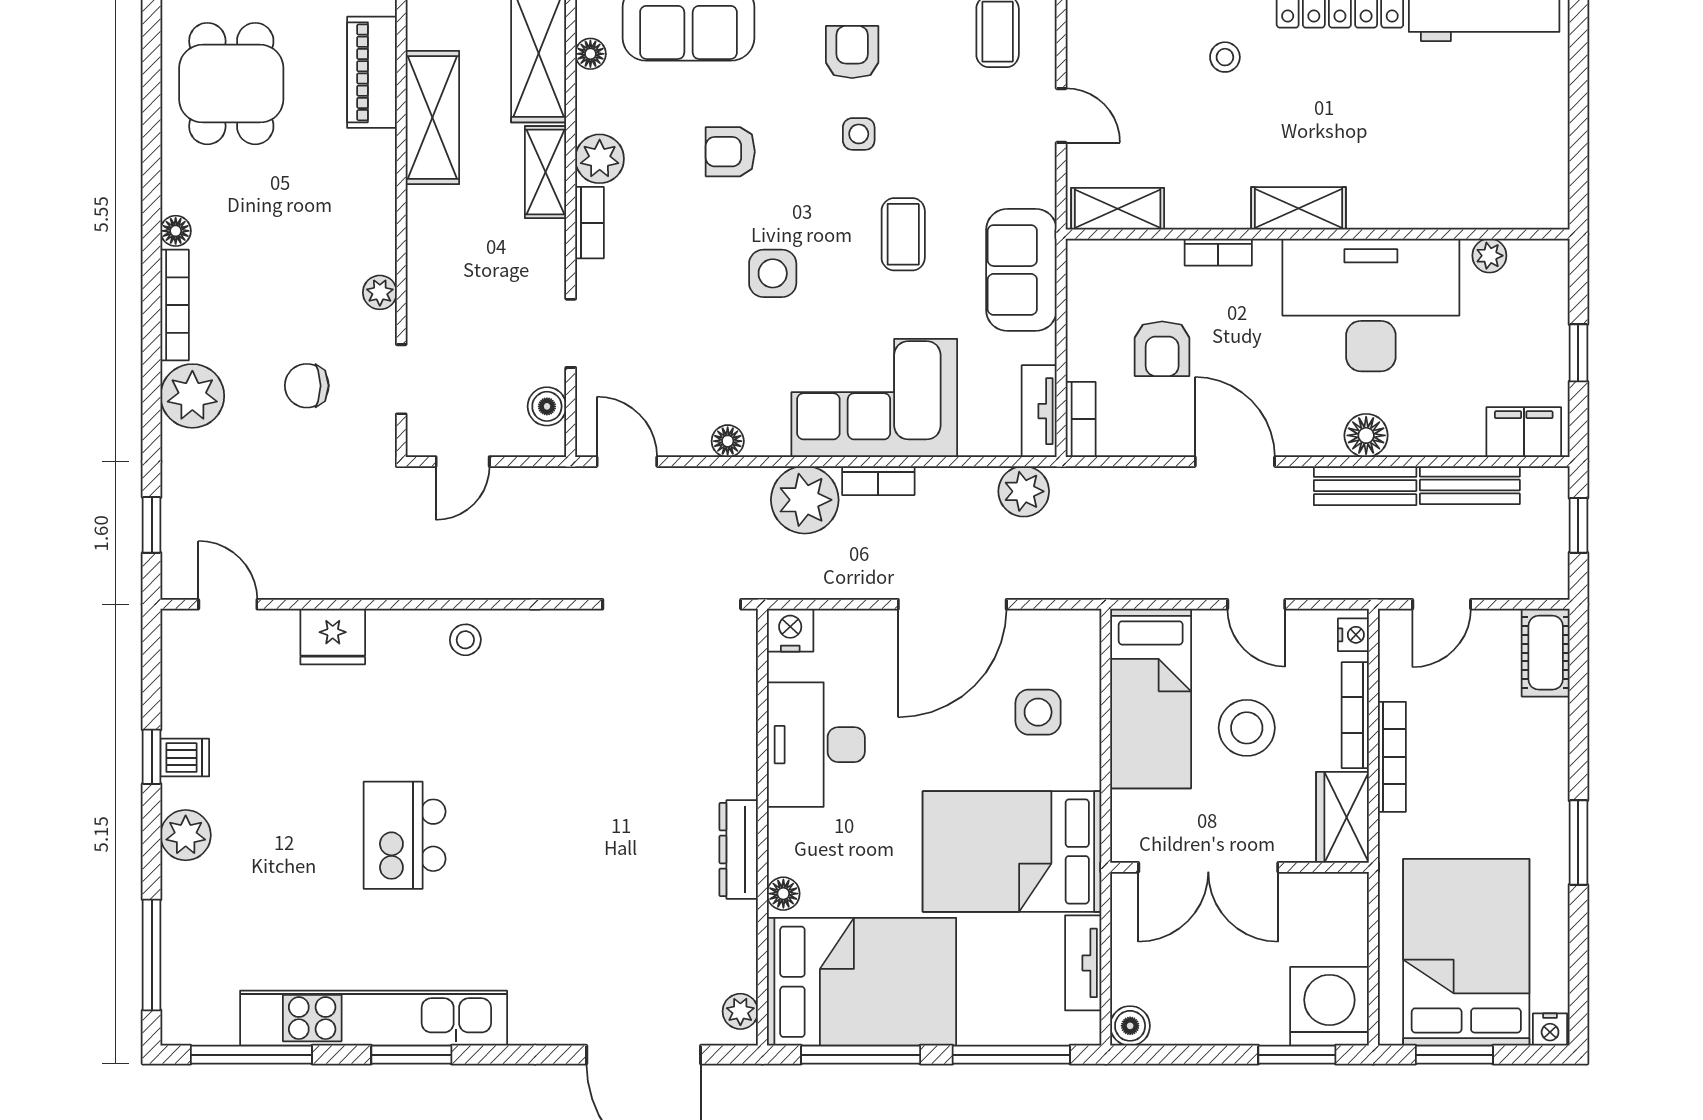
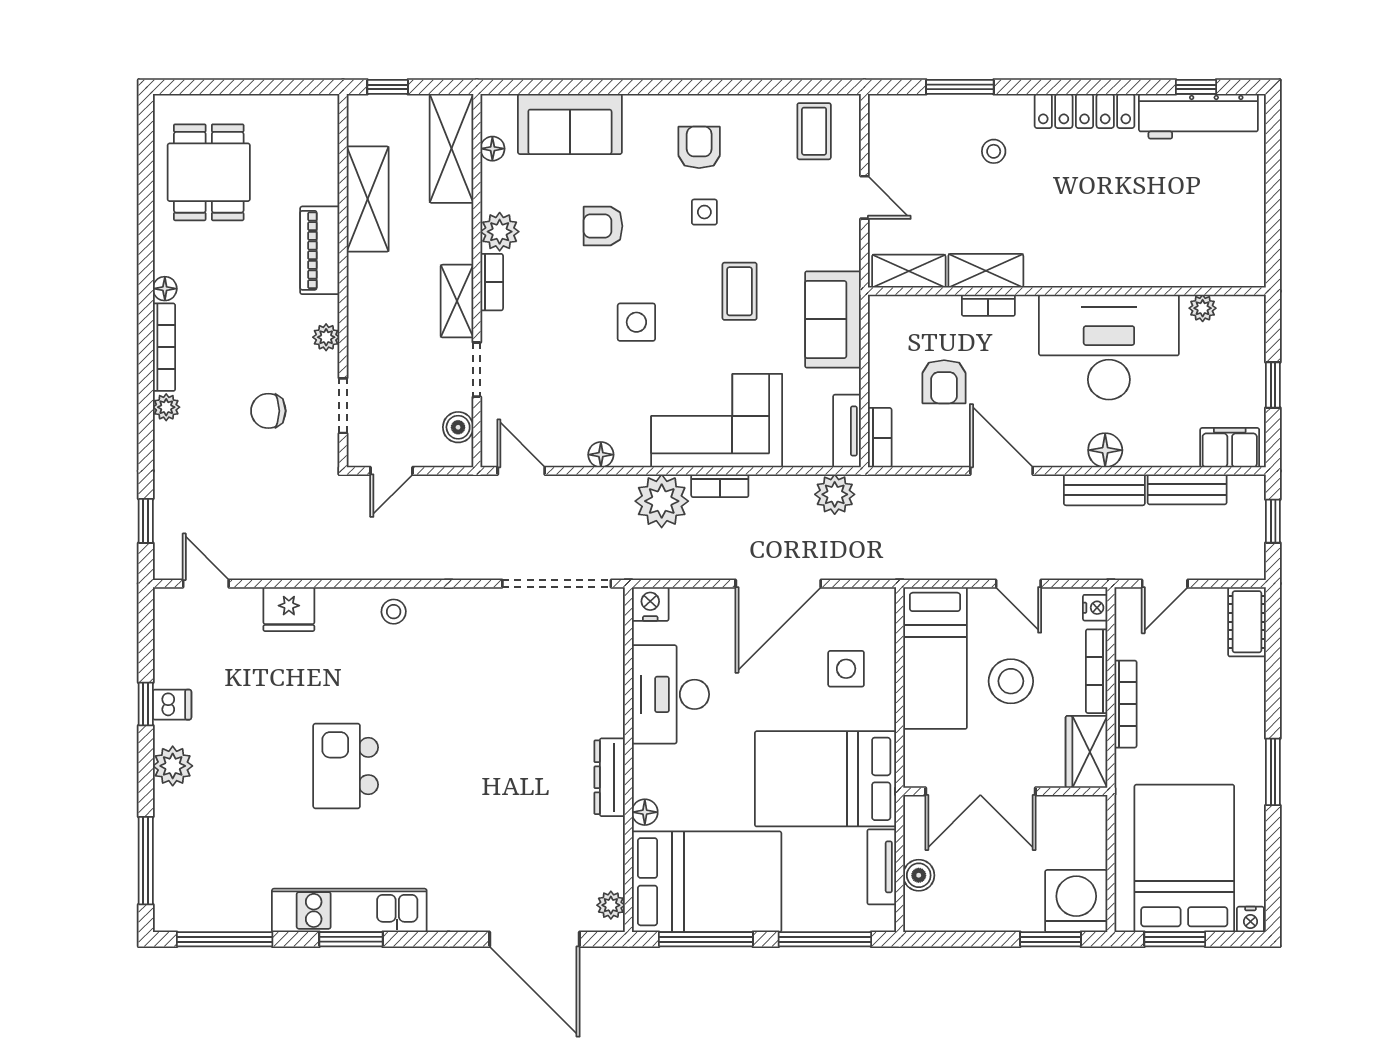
piano: (372, 72) -> (320, 250), moved
shelving: (546, 172) -> (457, 301), moved
shelving: (1299, 208) -> (986, 271), moved
plant: (192, 396) -> (166, 407), width x0.53, depth x0.53
kitchen unit: (374, 1018) -> (349, 910), width x0.73
boiler: (1130, 1026) -> (919, 875), moved

